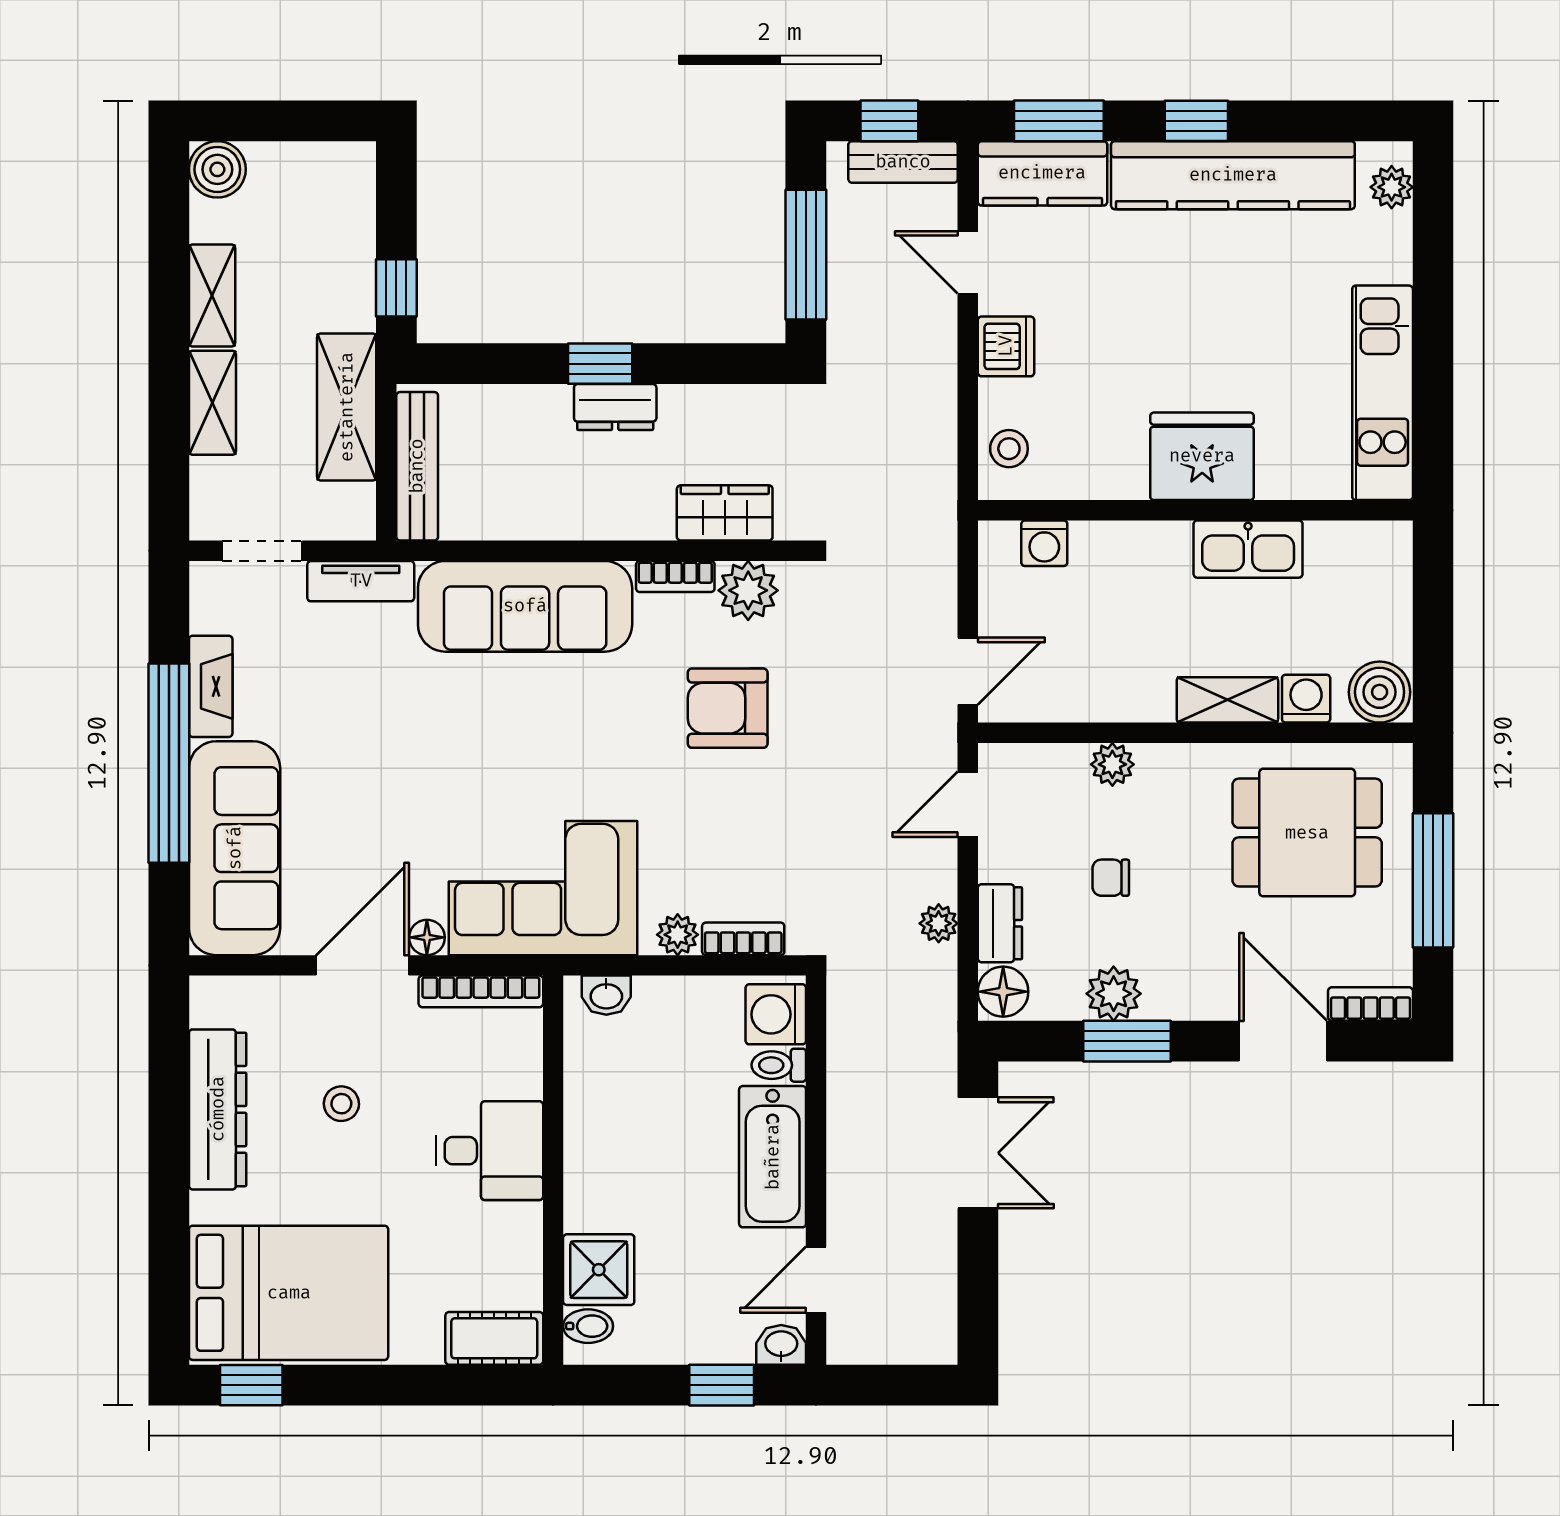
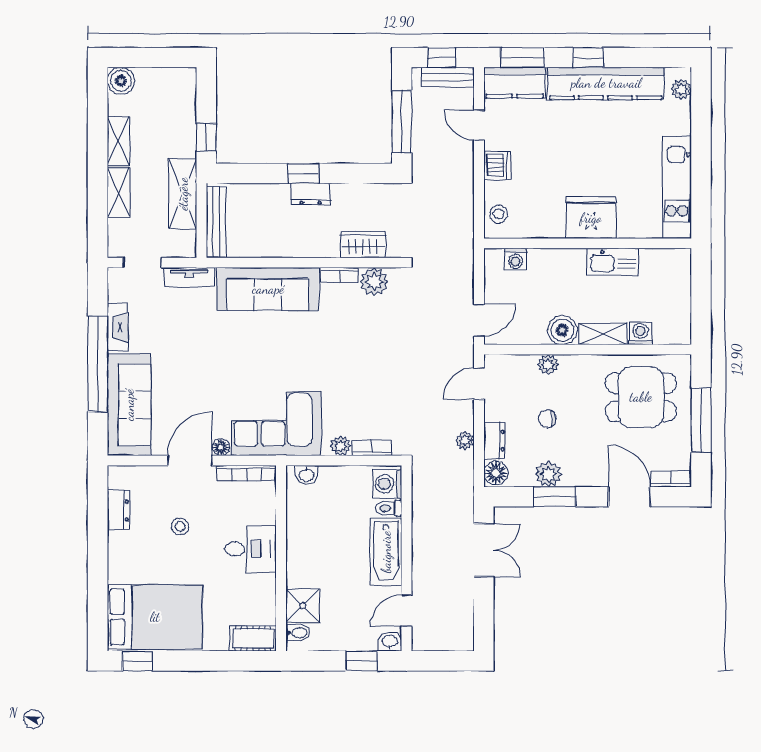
boiler: (1380, 692) -> (562, 330), moved
armchair: (728, 708) -> (364, 338), removed
dresser: (218, 1109) -> (118, 511), width x0.51, depth x0.80

